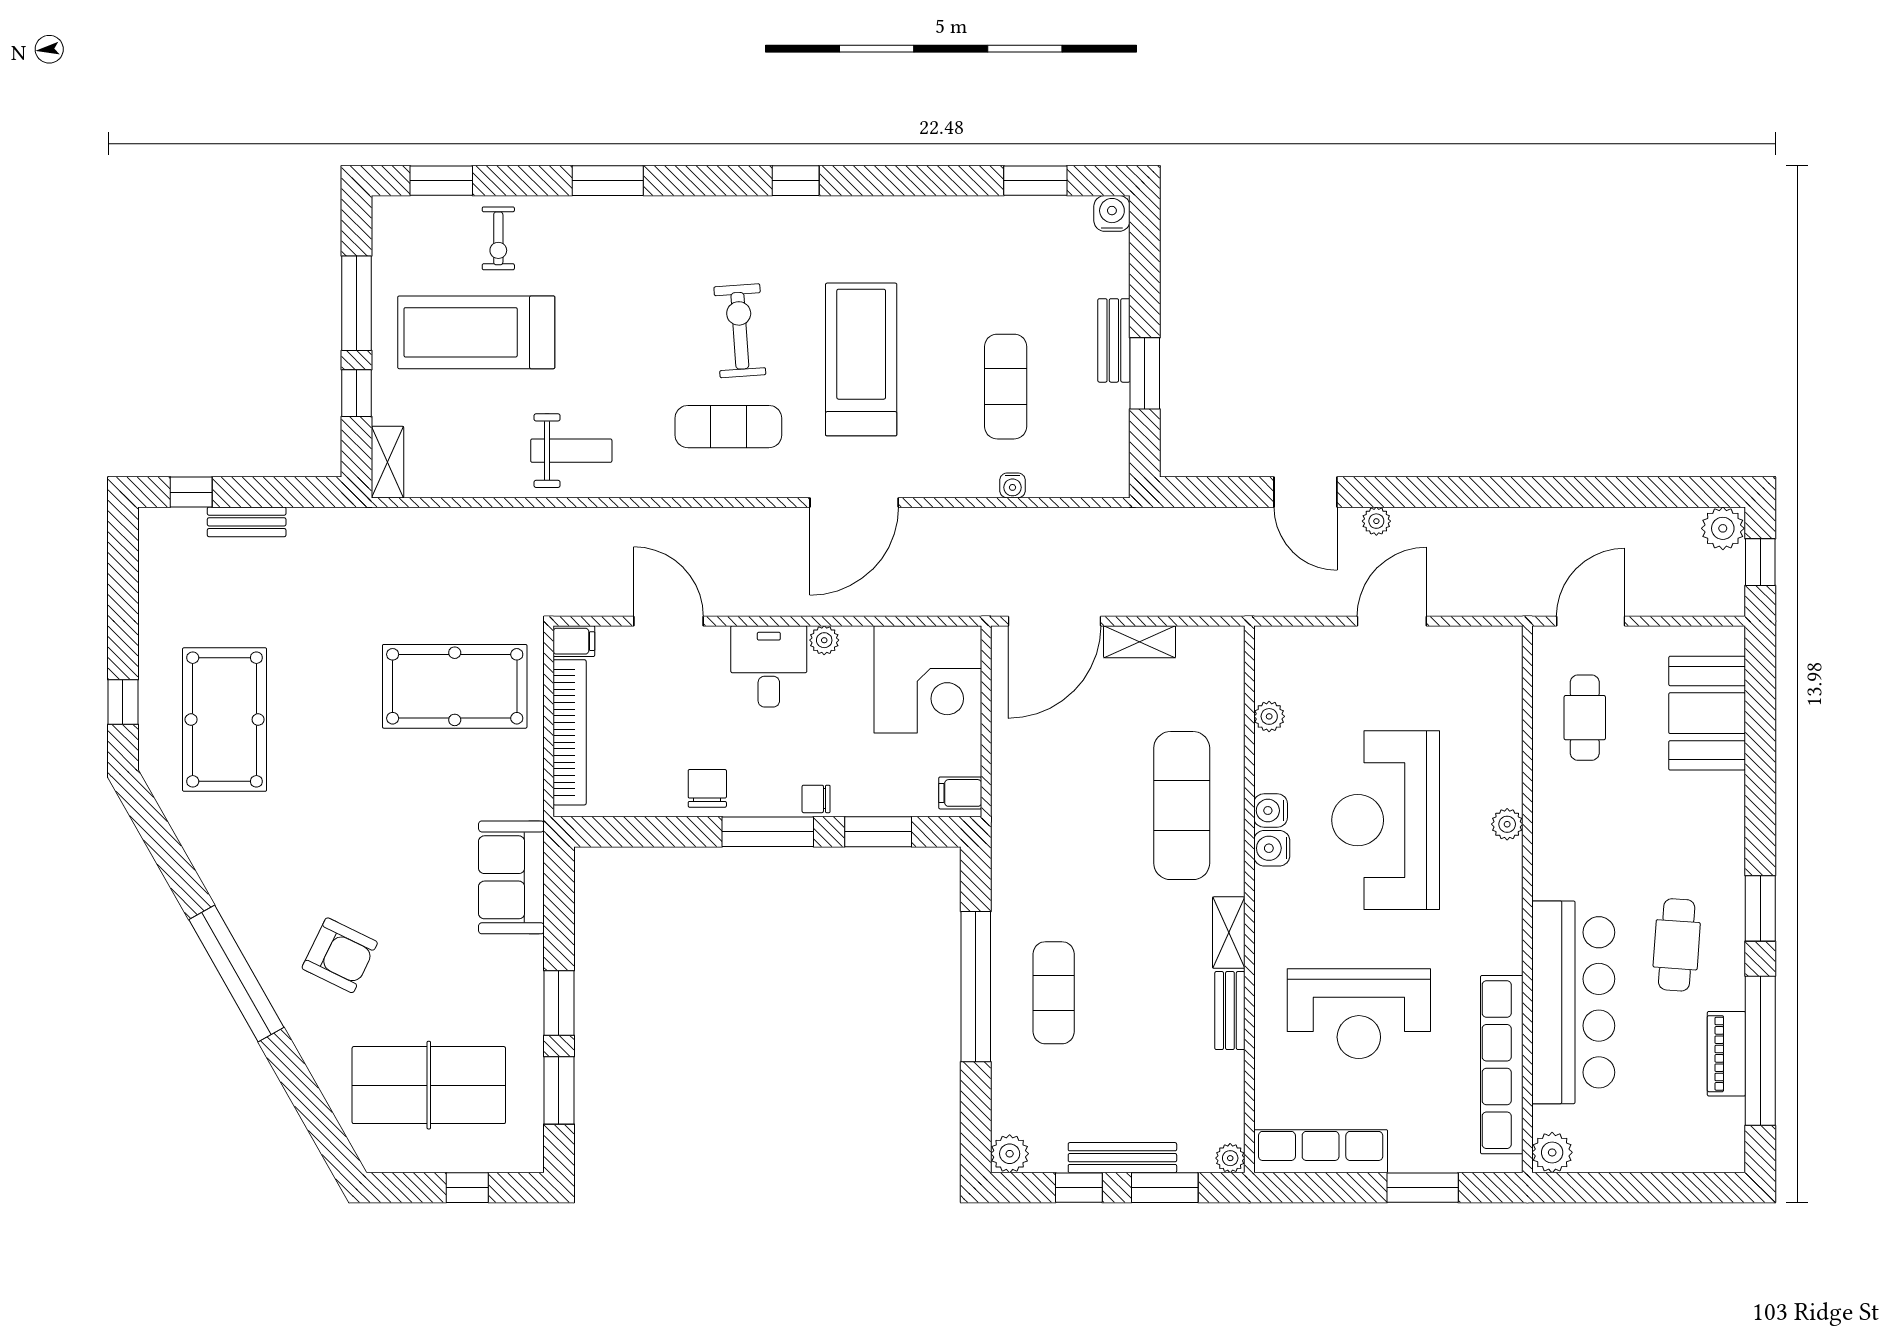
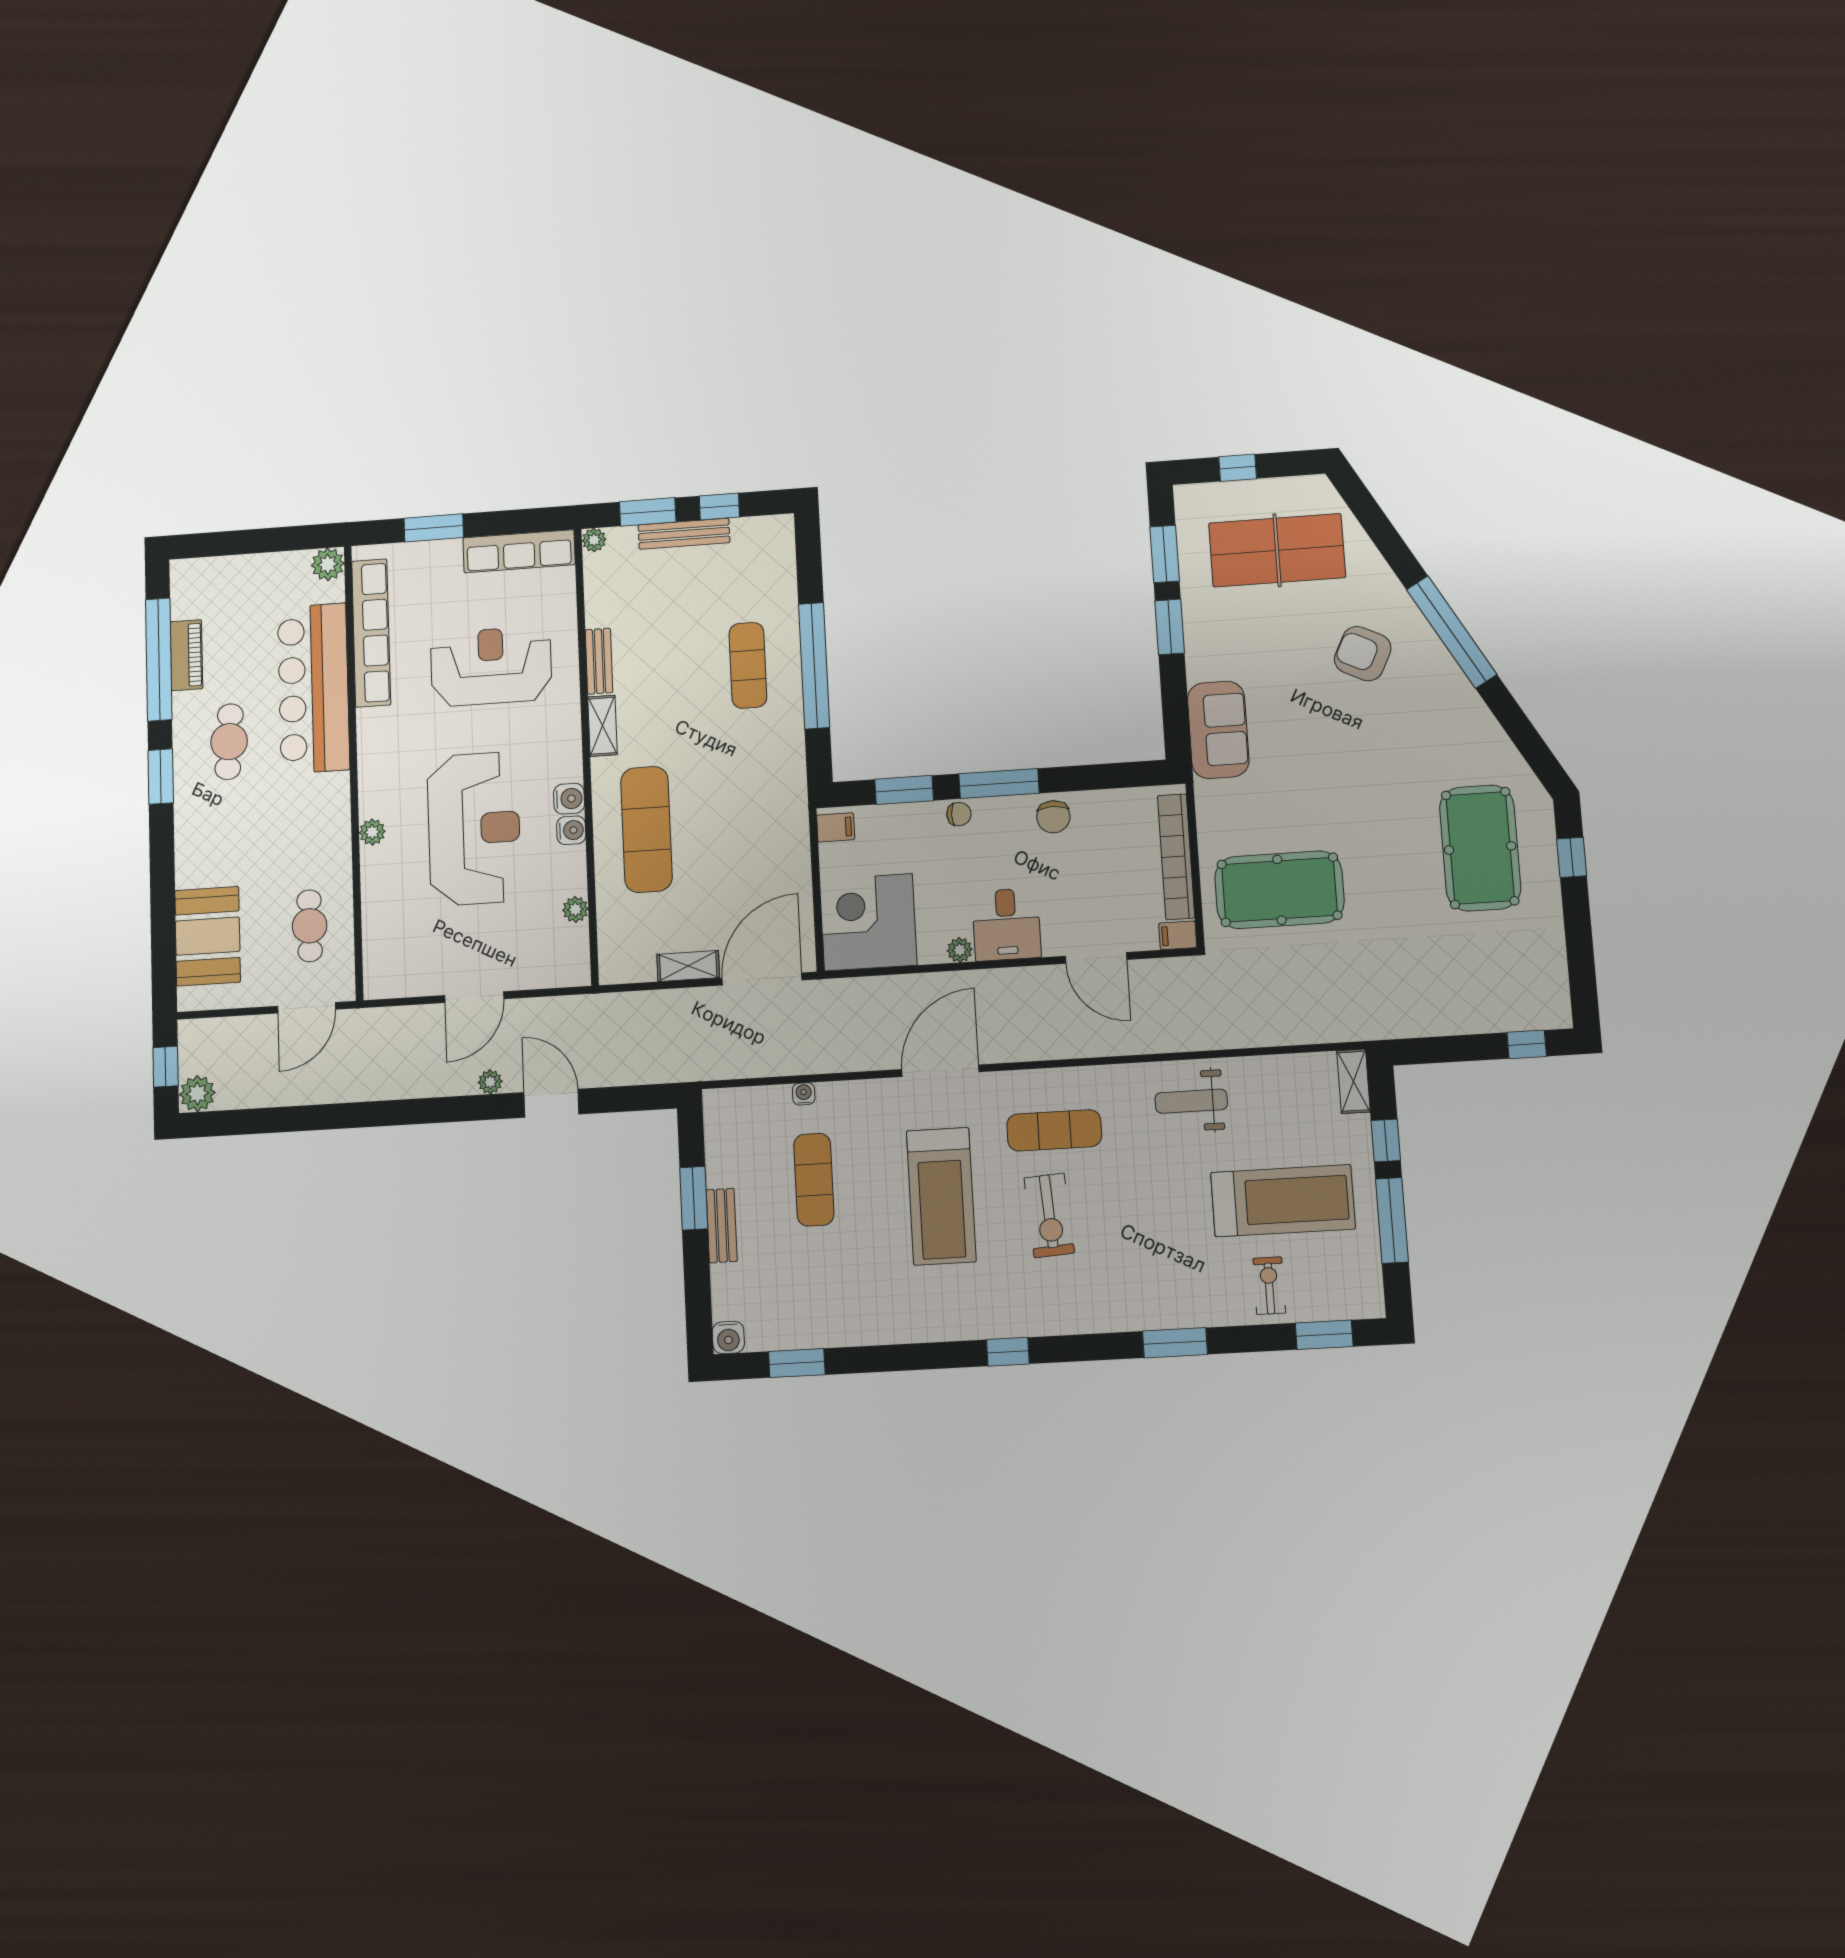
bench: (247, 522) -> (1475, 1021), removed
plant: (1010, 1154) -> (779, 530), removed

